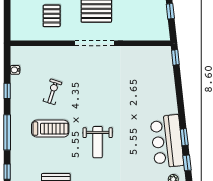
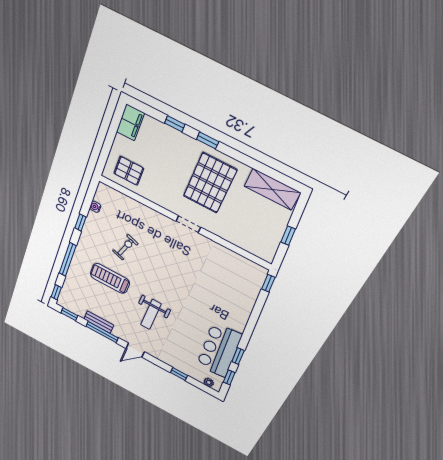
pallet: (52, 16) -> (129, 171), moved, turned 90
doorway: (94, 43) -> (188, 224), width x0.53
treadmill: (50, 129) -> (110, 278), turned 180

